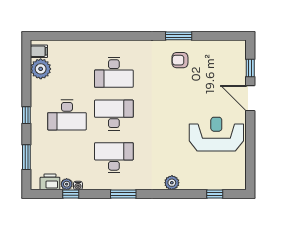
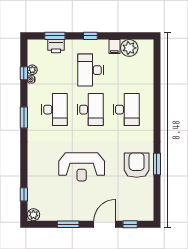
filing cabinet: (39, 51) -> (114, 47), moved
armchair: (180, 60) -> (137, 165), width x1.88, depth x1.88
desk: (114, 72) -> (126, 110), turned 180
reception desk: (216, 134) -> (82, 167), moved, turned 90
window: (250, 141) -> (68, 224), added
printer: (50, 182) -> (56, 46), moved, turned 90
plant: (172, 183) -> (33, 215), moved

